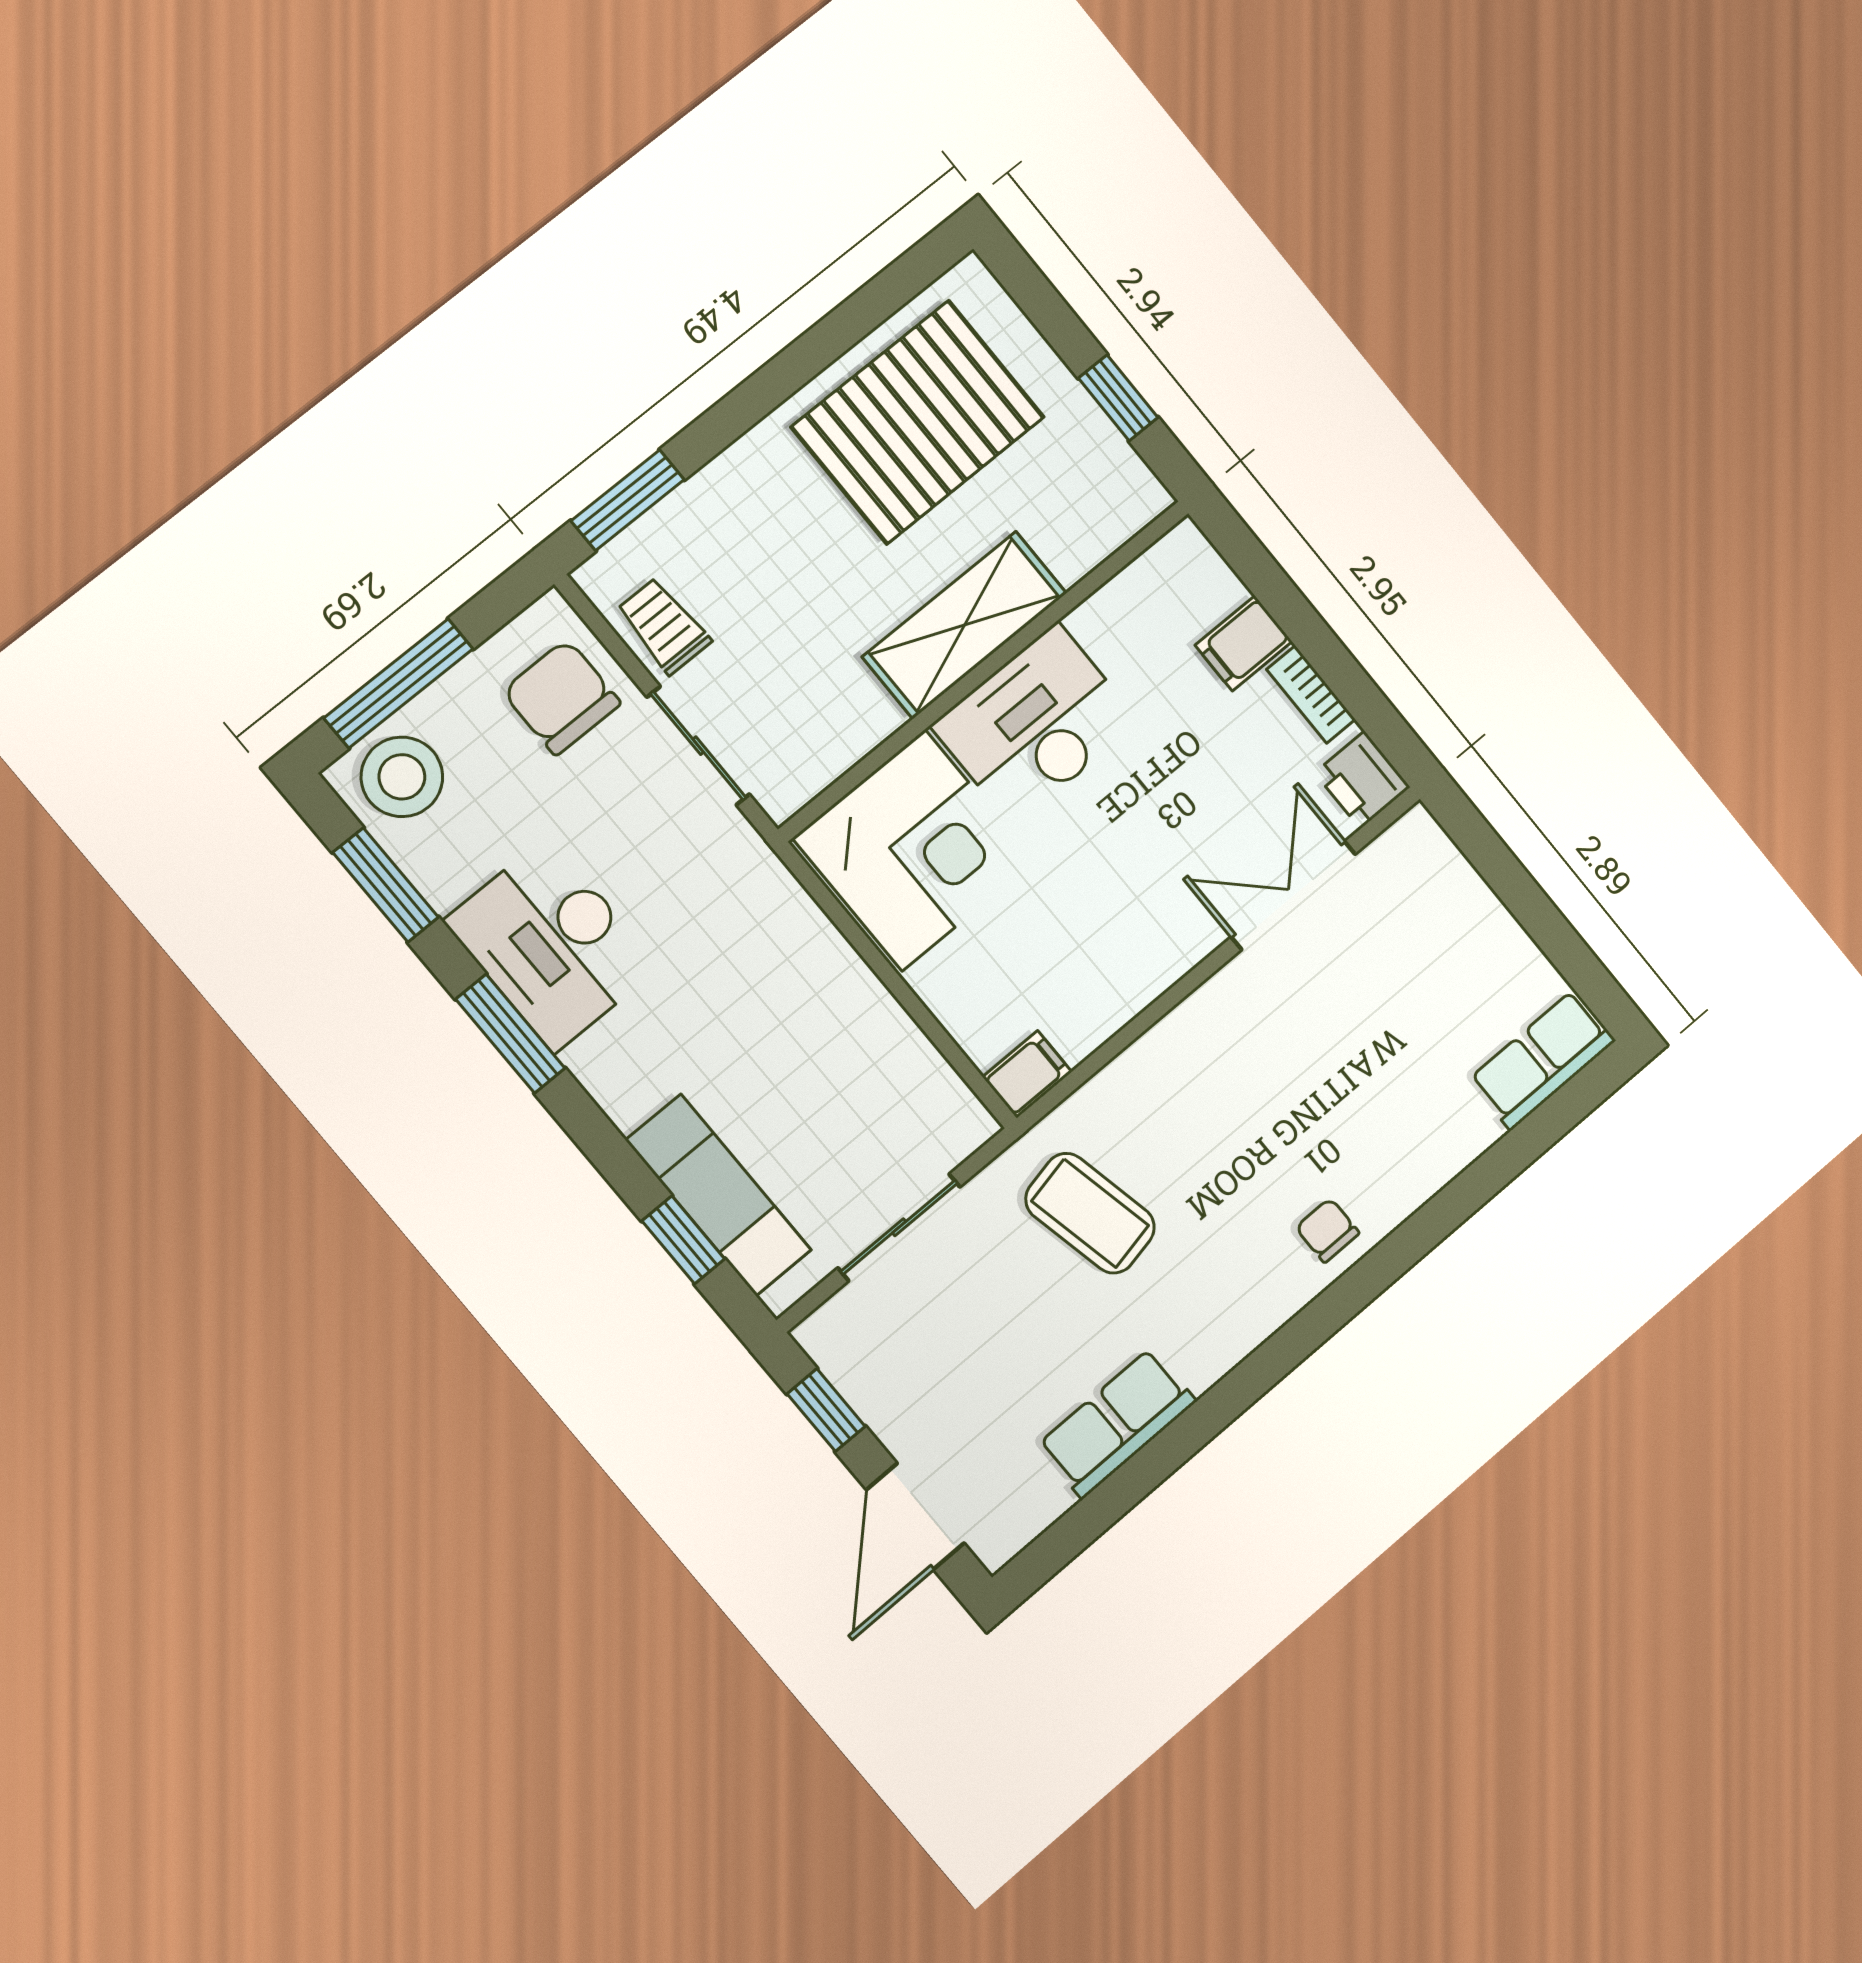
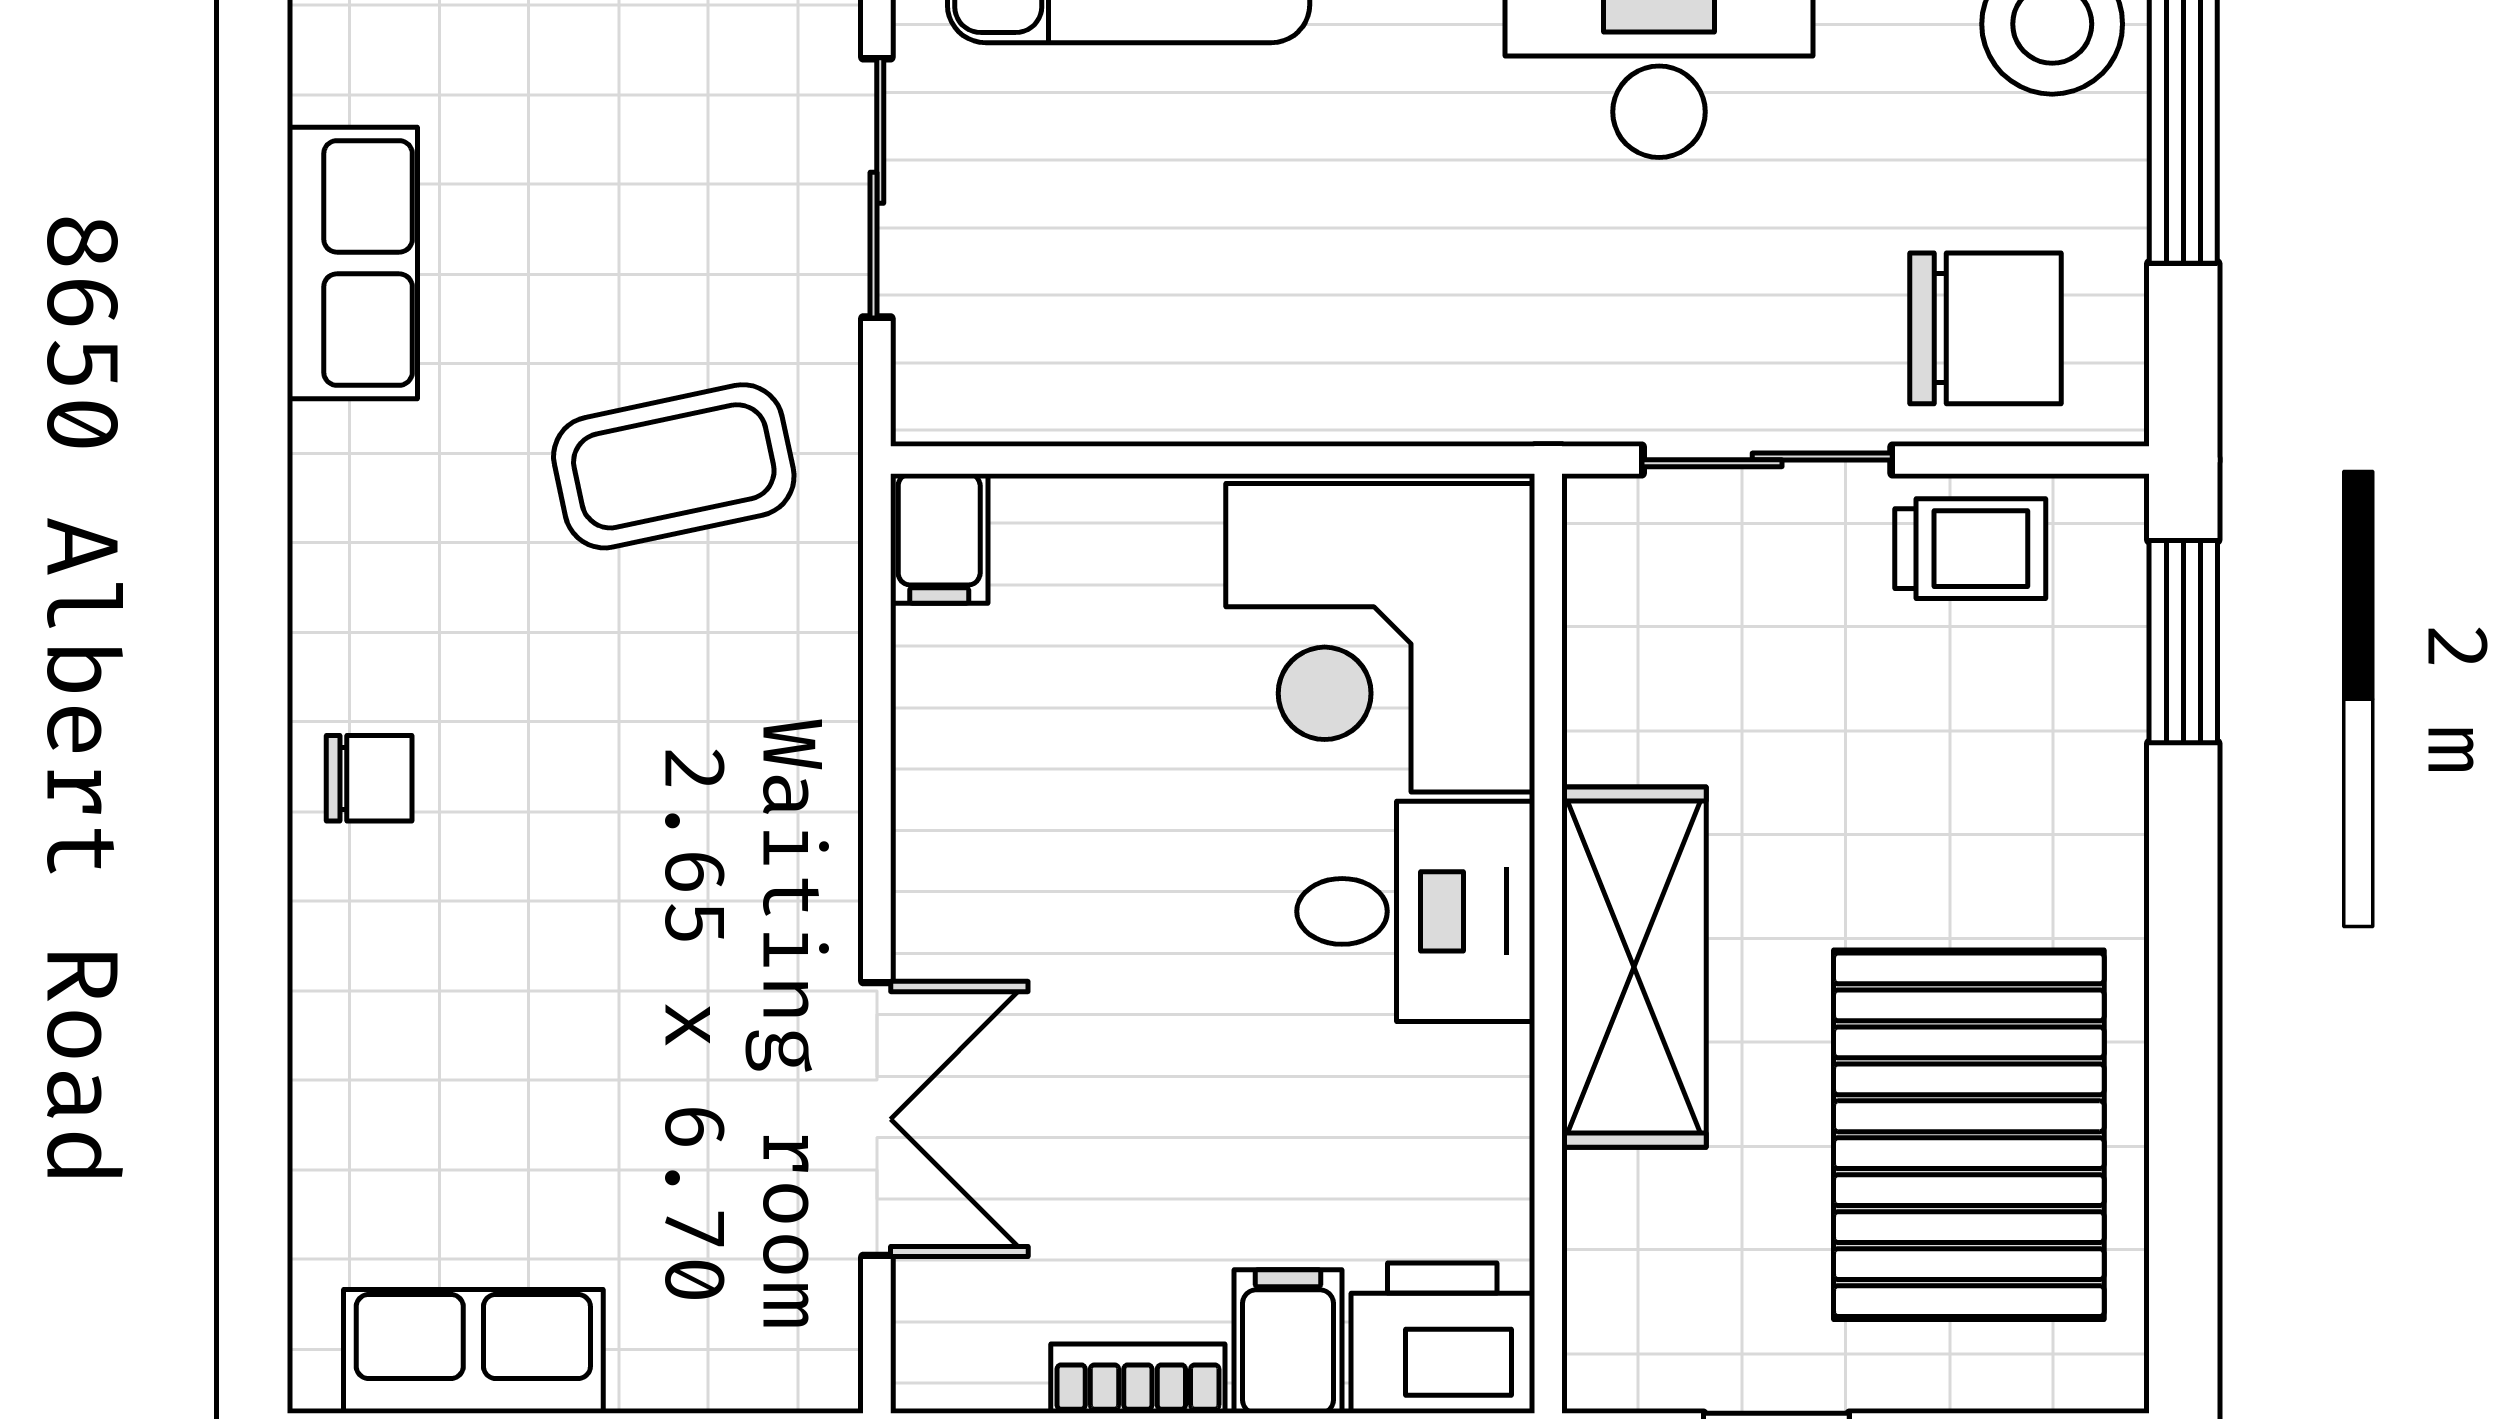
desk: (1035, 724) -> (1416, 911), width x0.73
printer: (1362, 780) -> (1442, 1338), moved, width x1.36, depth x1.24
row of seats: (1542, 1060) -> (473, 1351), moved, turned -90

